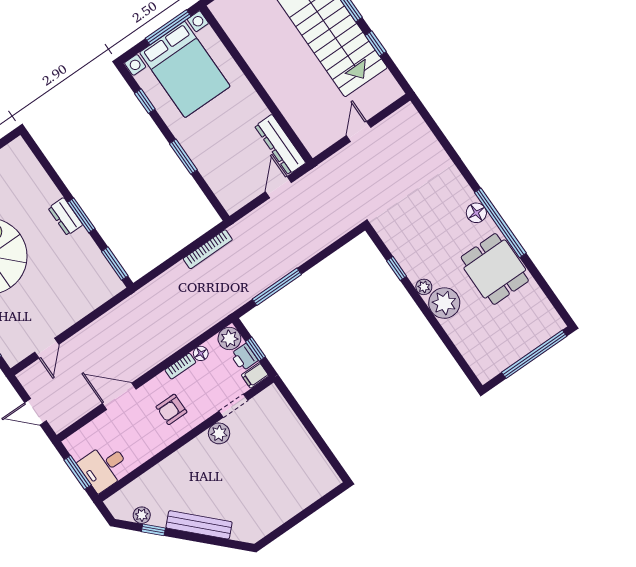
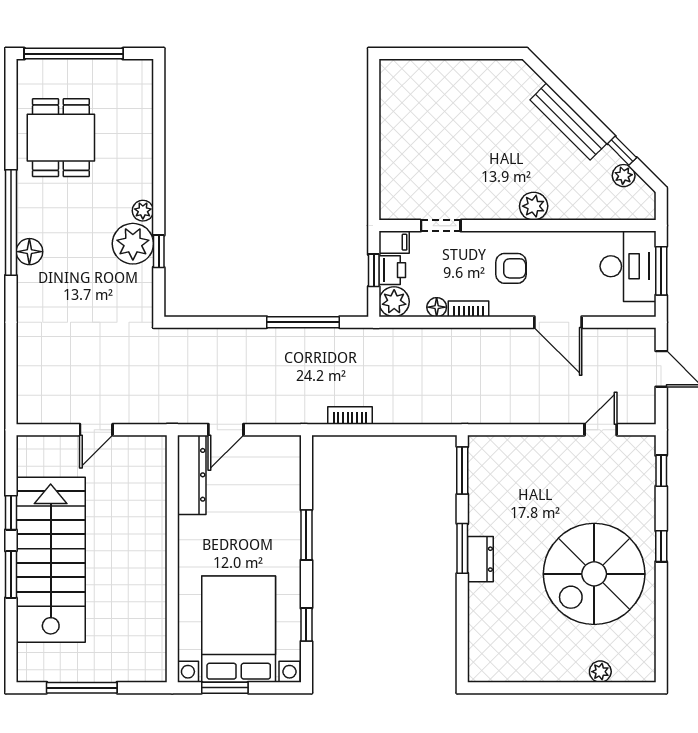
window: (168, 27) -> (225, 688), width x0.69
bookcase: (208, 249) -> (350, 416), width x0.64
dining table: (495, 269) -> (61, 138), moved
plant: (444, 303) -> (133, 244), moved
plant: (219, 433) -> (534, 206), moved
desk: (104, 467) -> (628, 266), width x1.37

